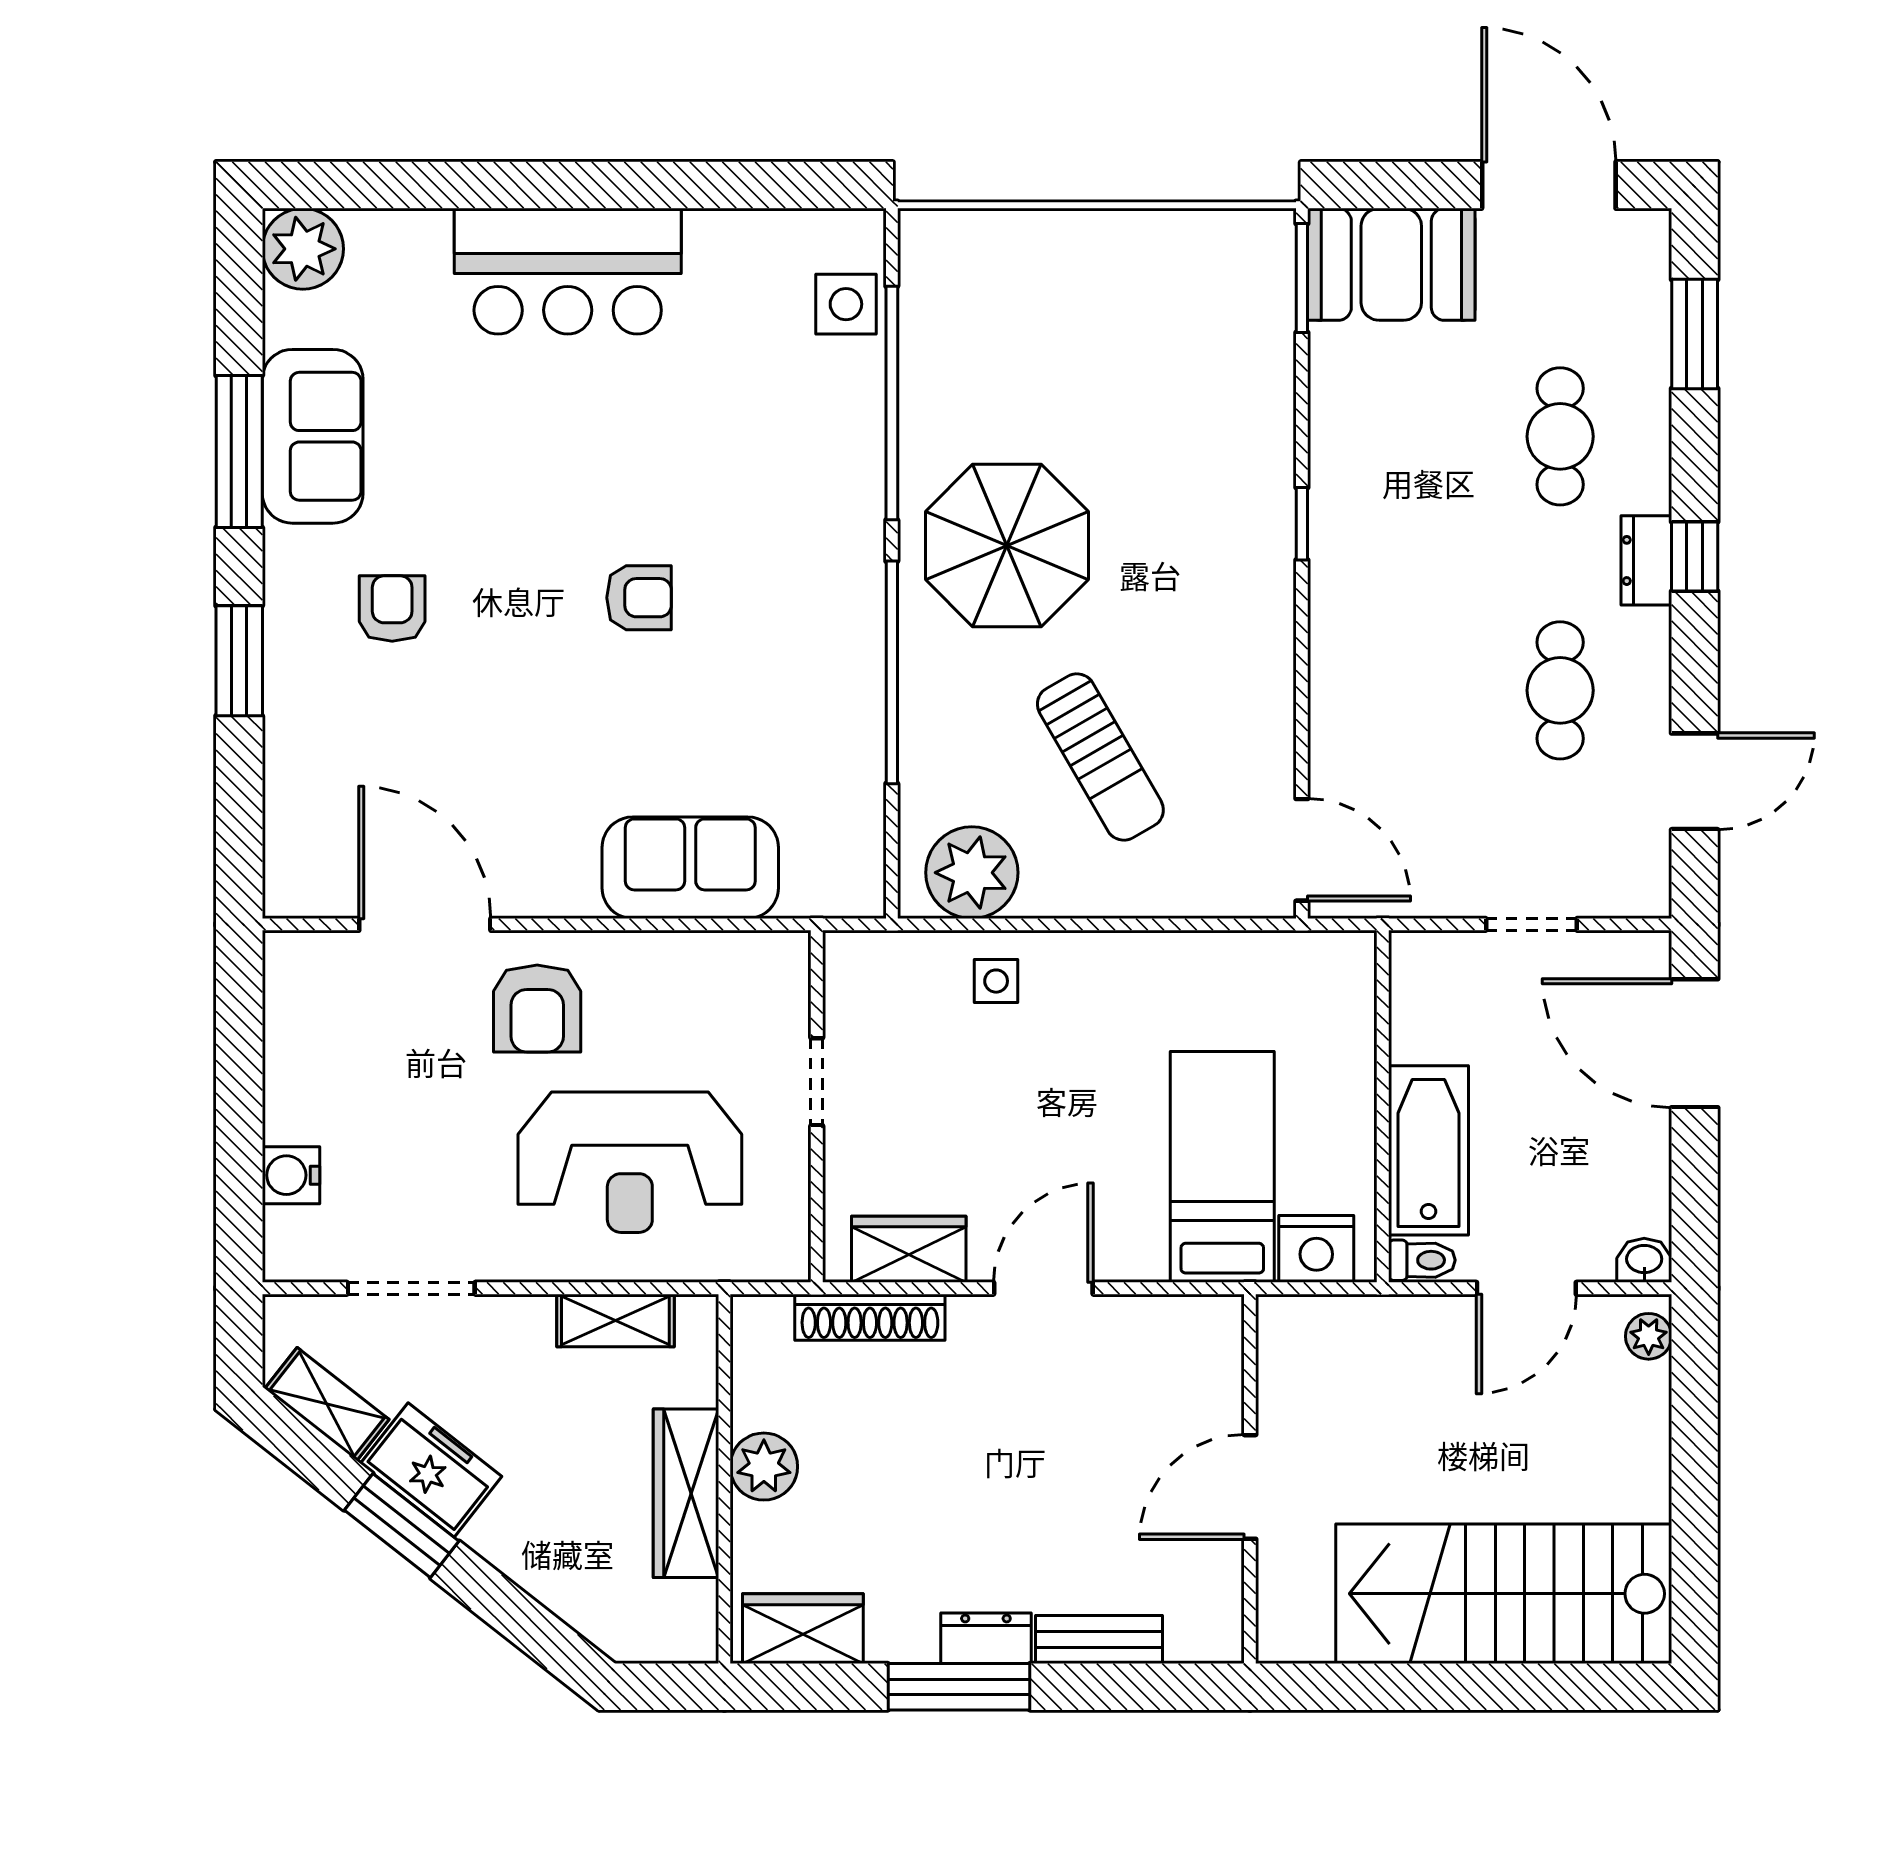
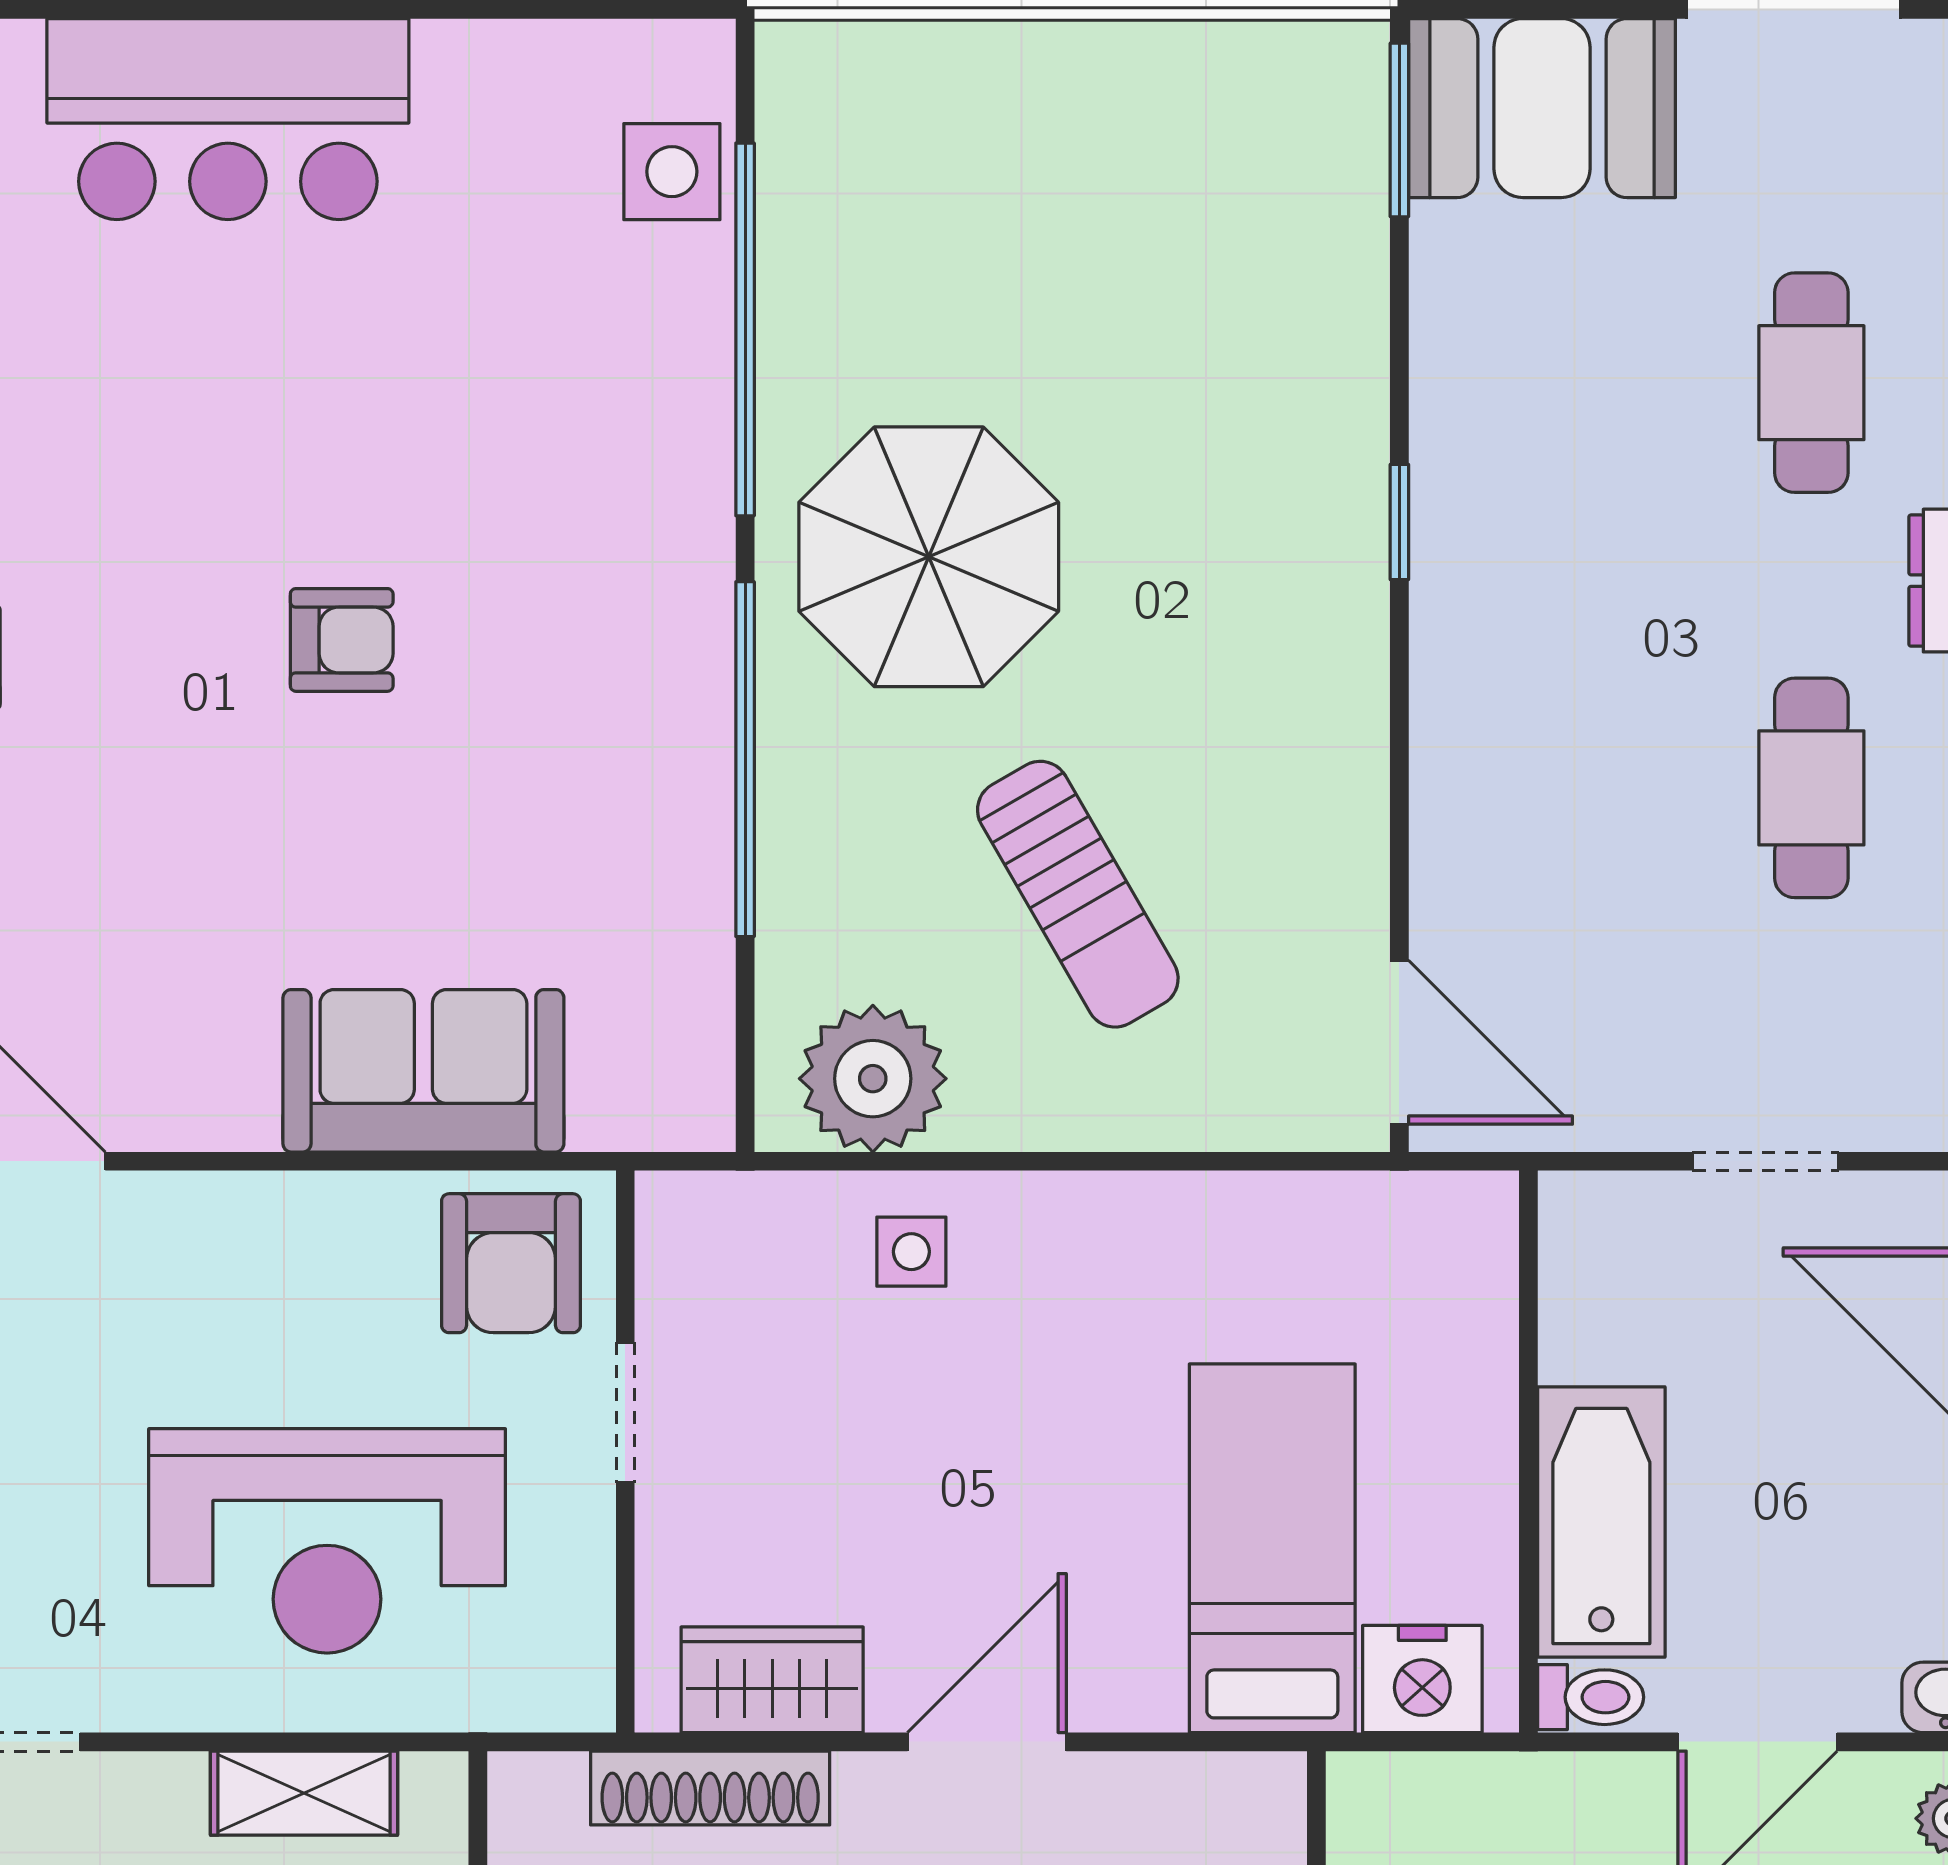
armchair: (537, 1009) -> (511, 1263), moved

